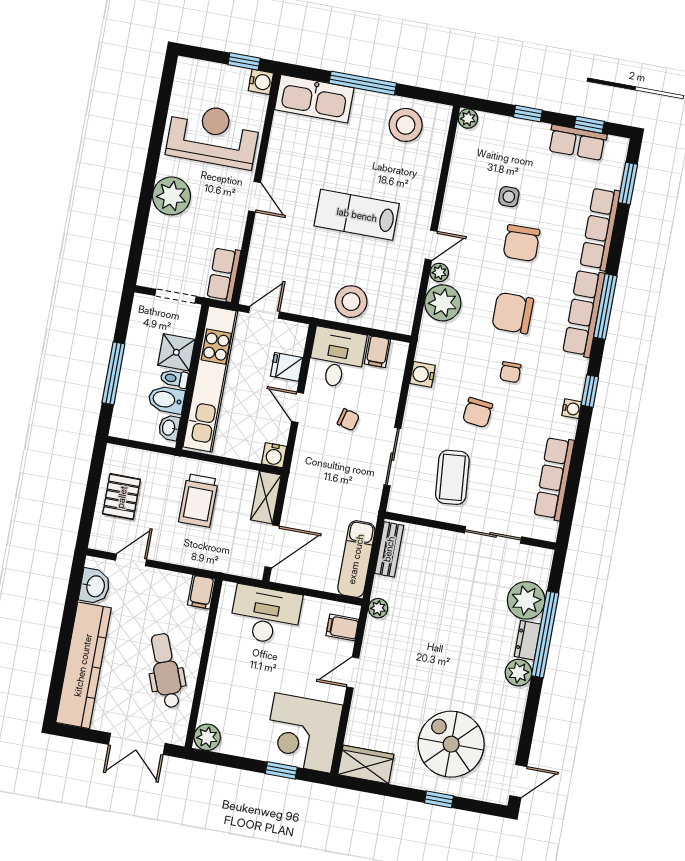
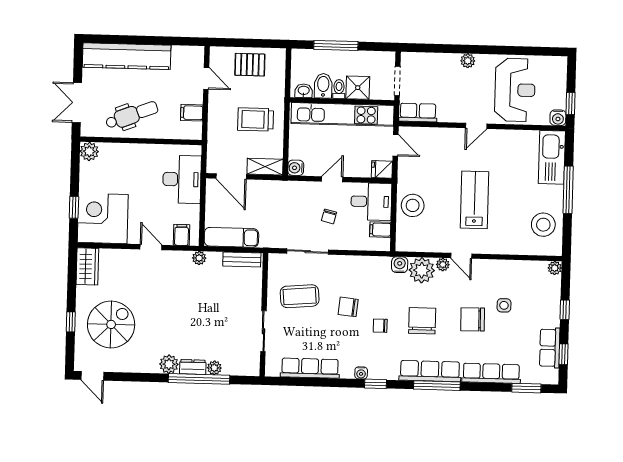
plant: (171, 196) -> (468, 61), width x0.53, depth x0.53
fridge: (287, 367) -> (382, 169), moved, turned -90
water cooler: (422, 374) -> (400, 265), moved
washbasin: (95, 586) -> (184, 56), removed
filing cabinet: (201, 592) -> (192, 113), moved
plant: (526, 600) -> (214, 368), width x0.53, depth x0.53

